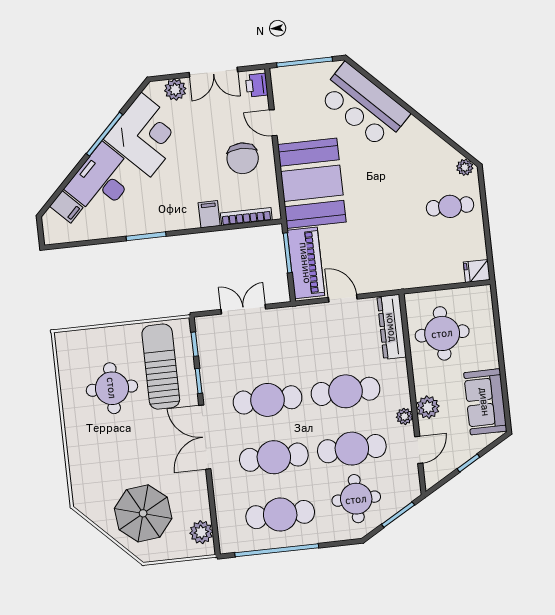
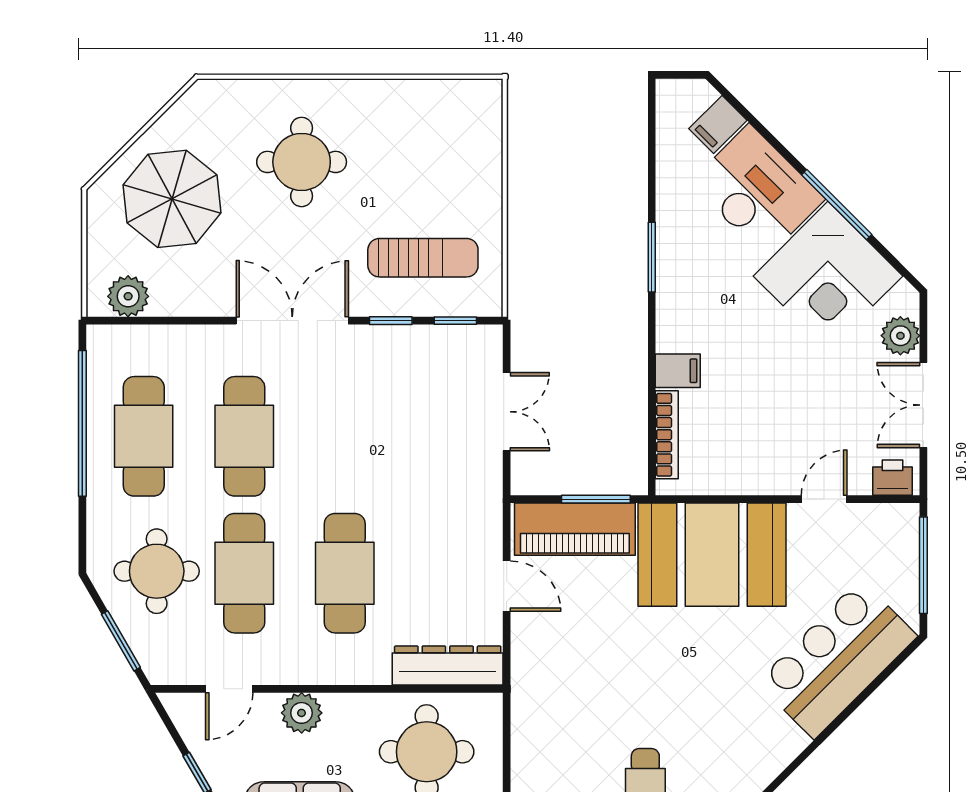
chair: (243, 158) -> (768, 439), removed
door: (343, 298) -> (507, 586), hinge flipped
sun lounger: (161, 367) -> (423, 258), width x0.73, depth x0.75
round table: (112, 388) -> (302, 162), moved
cafe table: (268, 400) -> (345, 436), removed
plant: (404, 416) -> (290, 671), removed
door: (419, 450) -> (229, 689), hinge flipped

